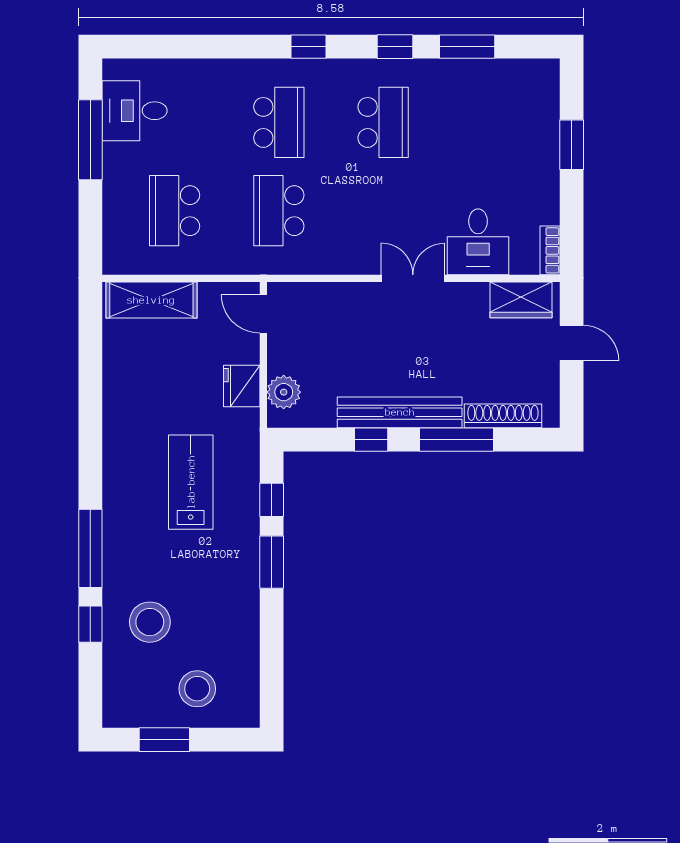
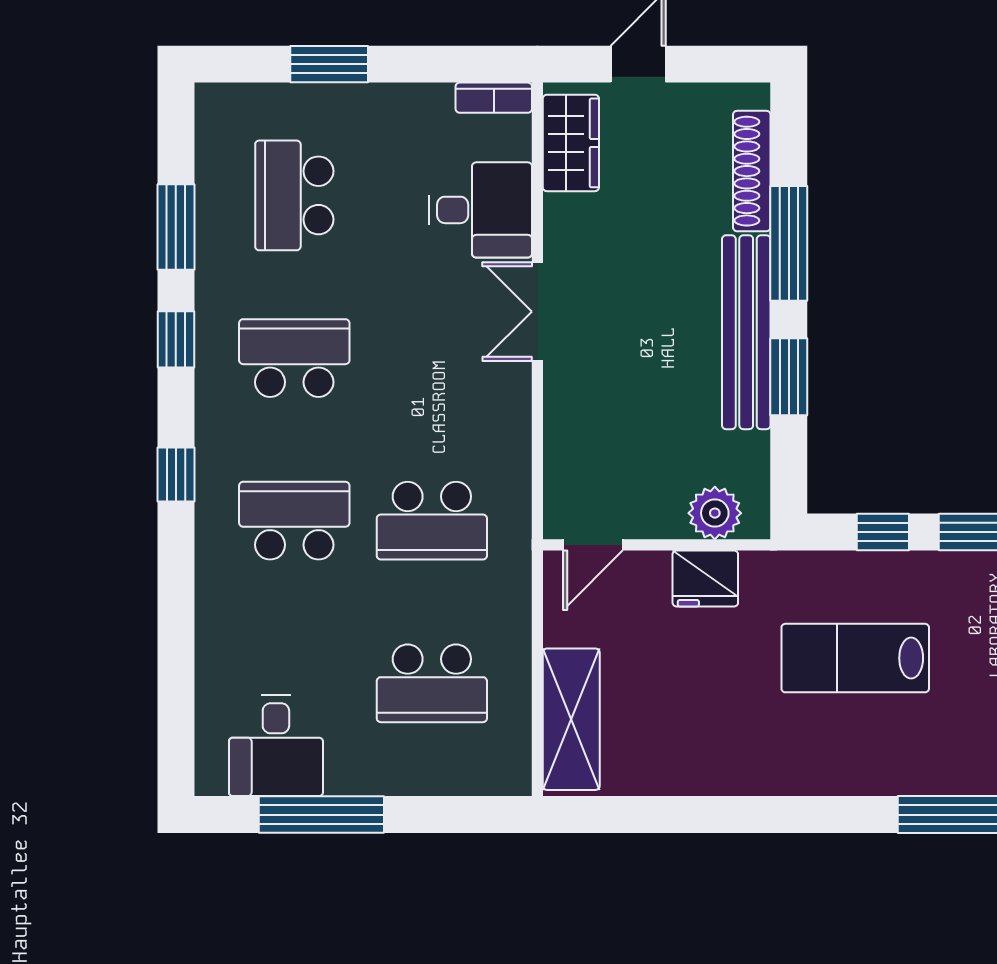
school desk: (487, 122) -> (294, 195), added
window: (371, 440) -> (789, 377), width x1.50

